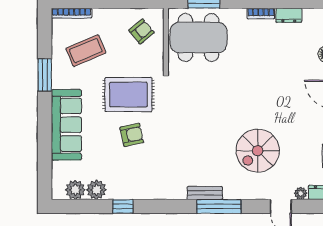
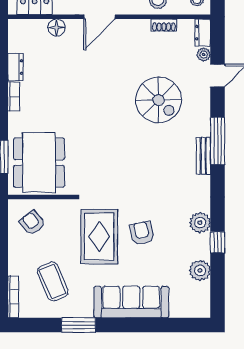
plant: (75, 190) -> (200, 223), moved

